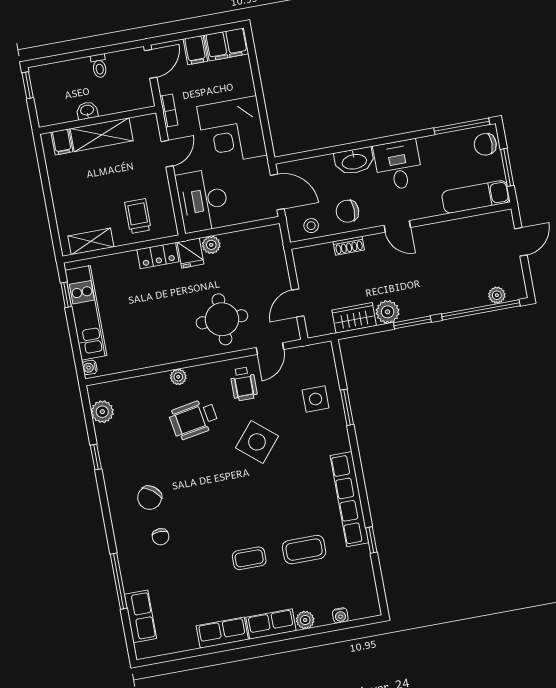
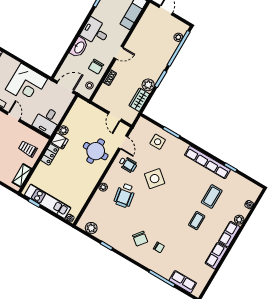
desk: (203, 201) -> (47, 121), width x0.73

